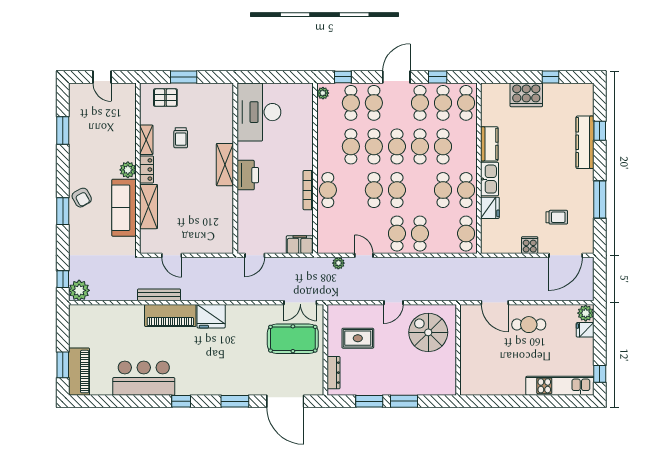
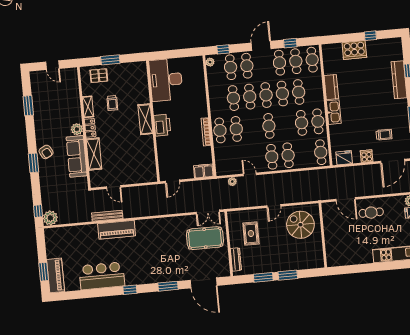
cafe table: (374, 190) -> (236, 129), moved
fridge: (490, 208) -> (344, 158), moved, turned -90
fridge: (211, 316) -> (146, 228), removed
rug: (358, 338) -> (251, 233), turned 90

